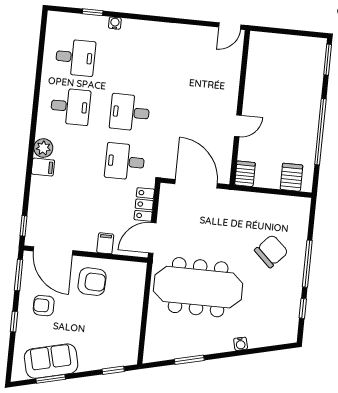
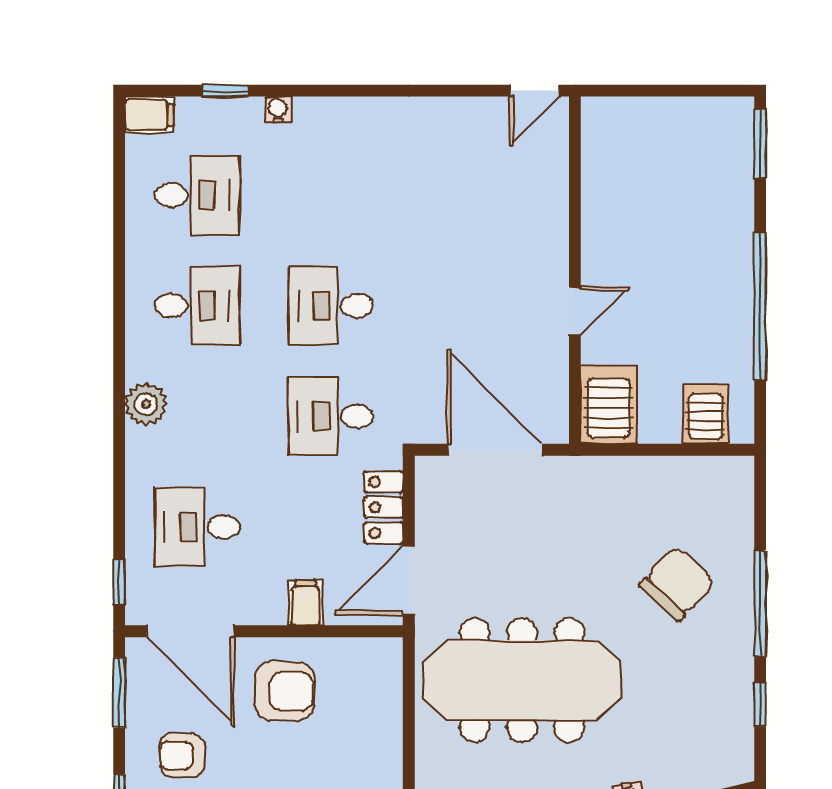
filing cabinet: (43, 167) -> (149, 115), moved
server rack: (245, 174) -> (609, 405), width x1.36, depth x1.44
desk: (61, 205) -> (197, 527), added

